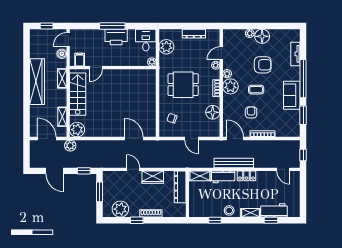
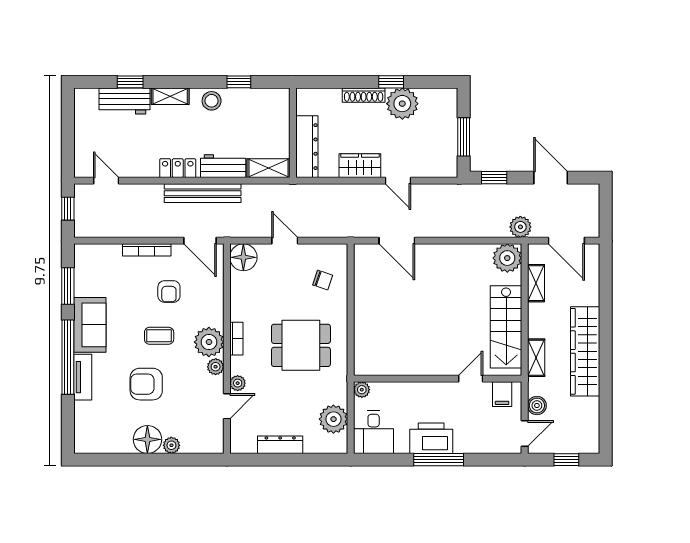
tv unit: (295, 54) -> (83, 377), moved
floor lamp: (213, 112) -> (243, 257), moved
plant: (120, 209) -> (402, 104), moved

